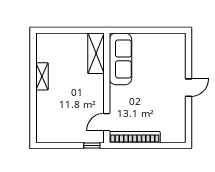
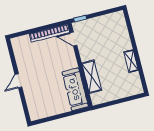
shelving: (96, 53) -> (92, 77), moved
door: (107, 122) -> (73, 39), swing flipped

